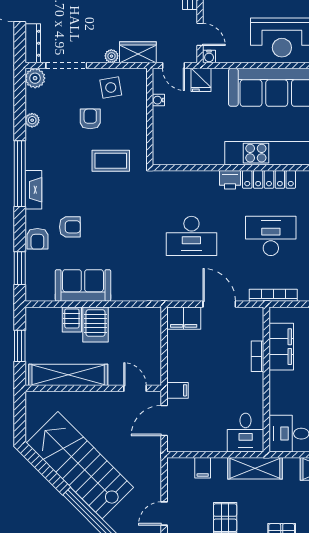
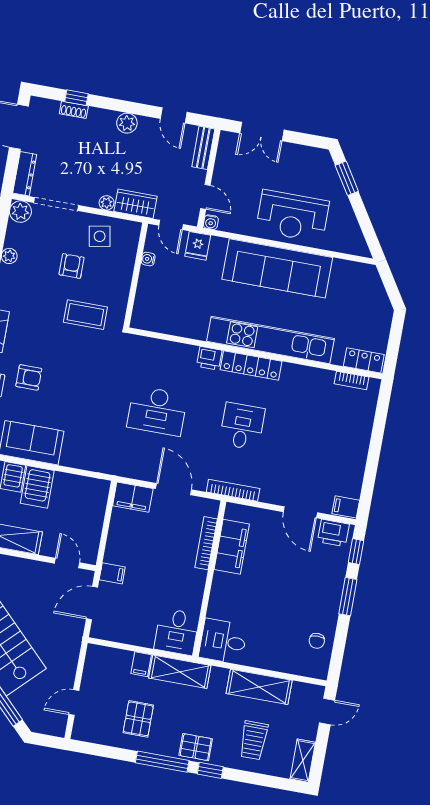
desk: (271, 236) -> (242, 426), width x0.73
bookcase: (258, 356) -> (206, 543), width x1.56
filing cabinet: (203, 468) -> (141, 664), moved

